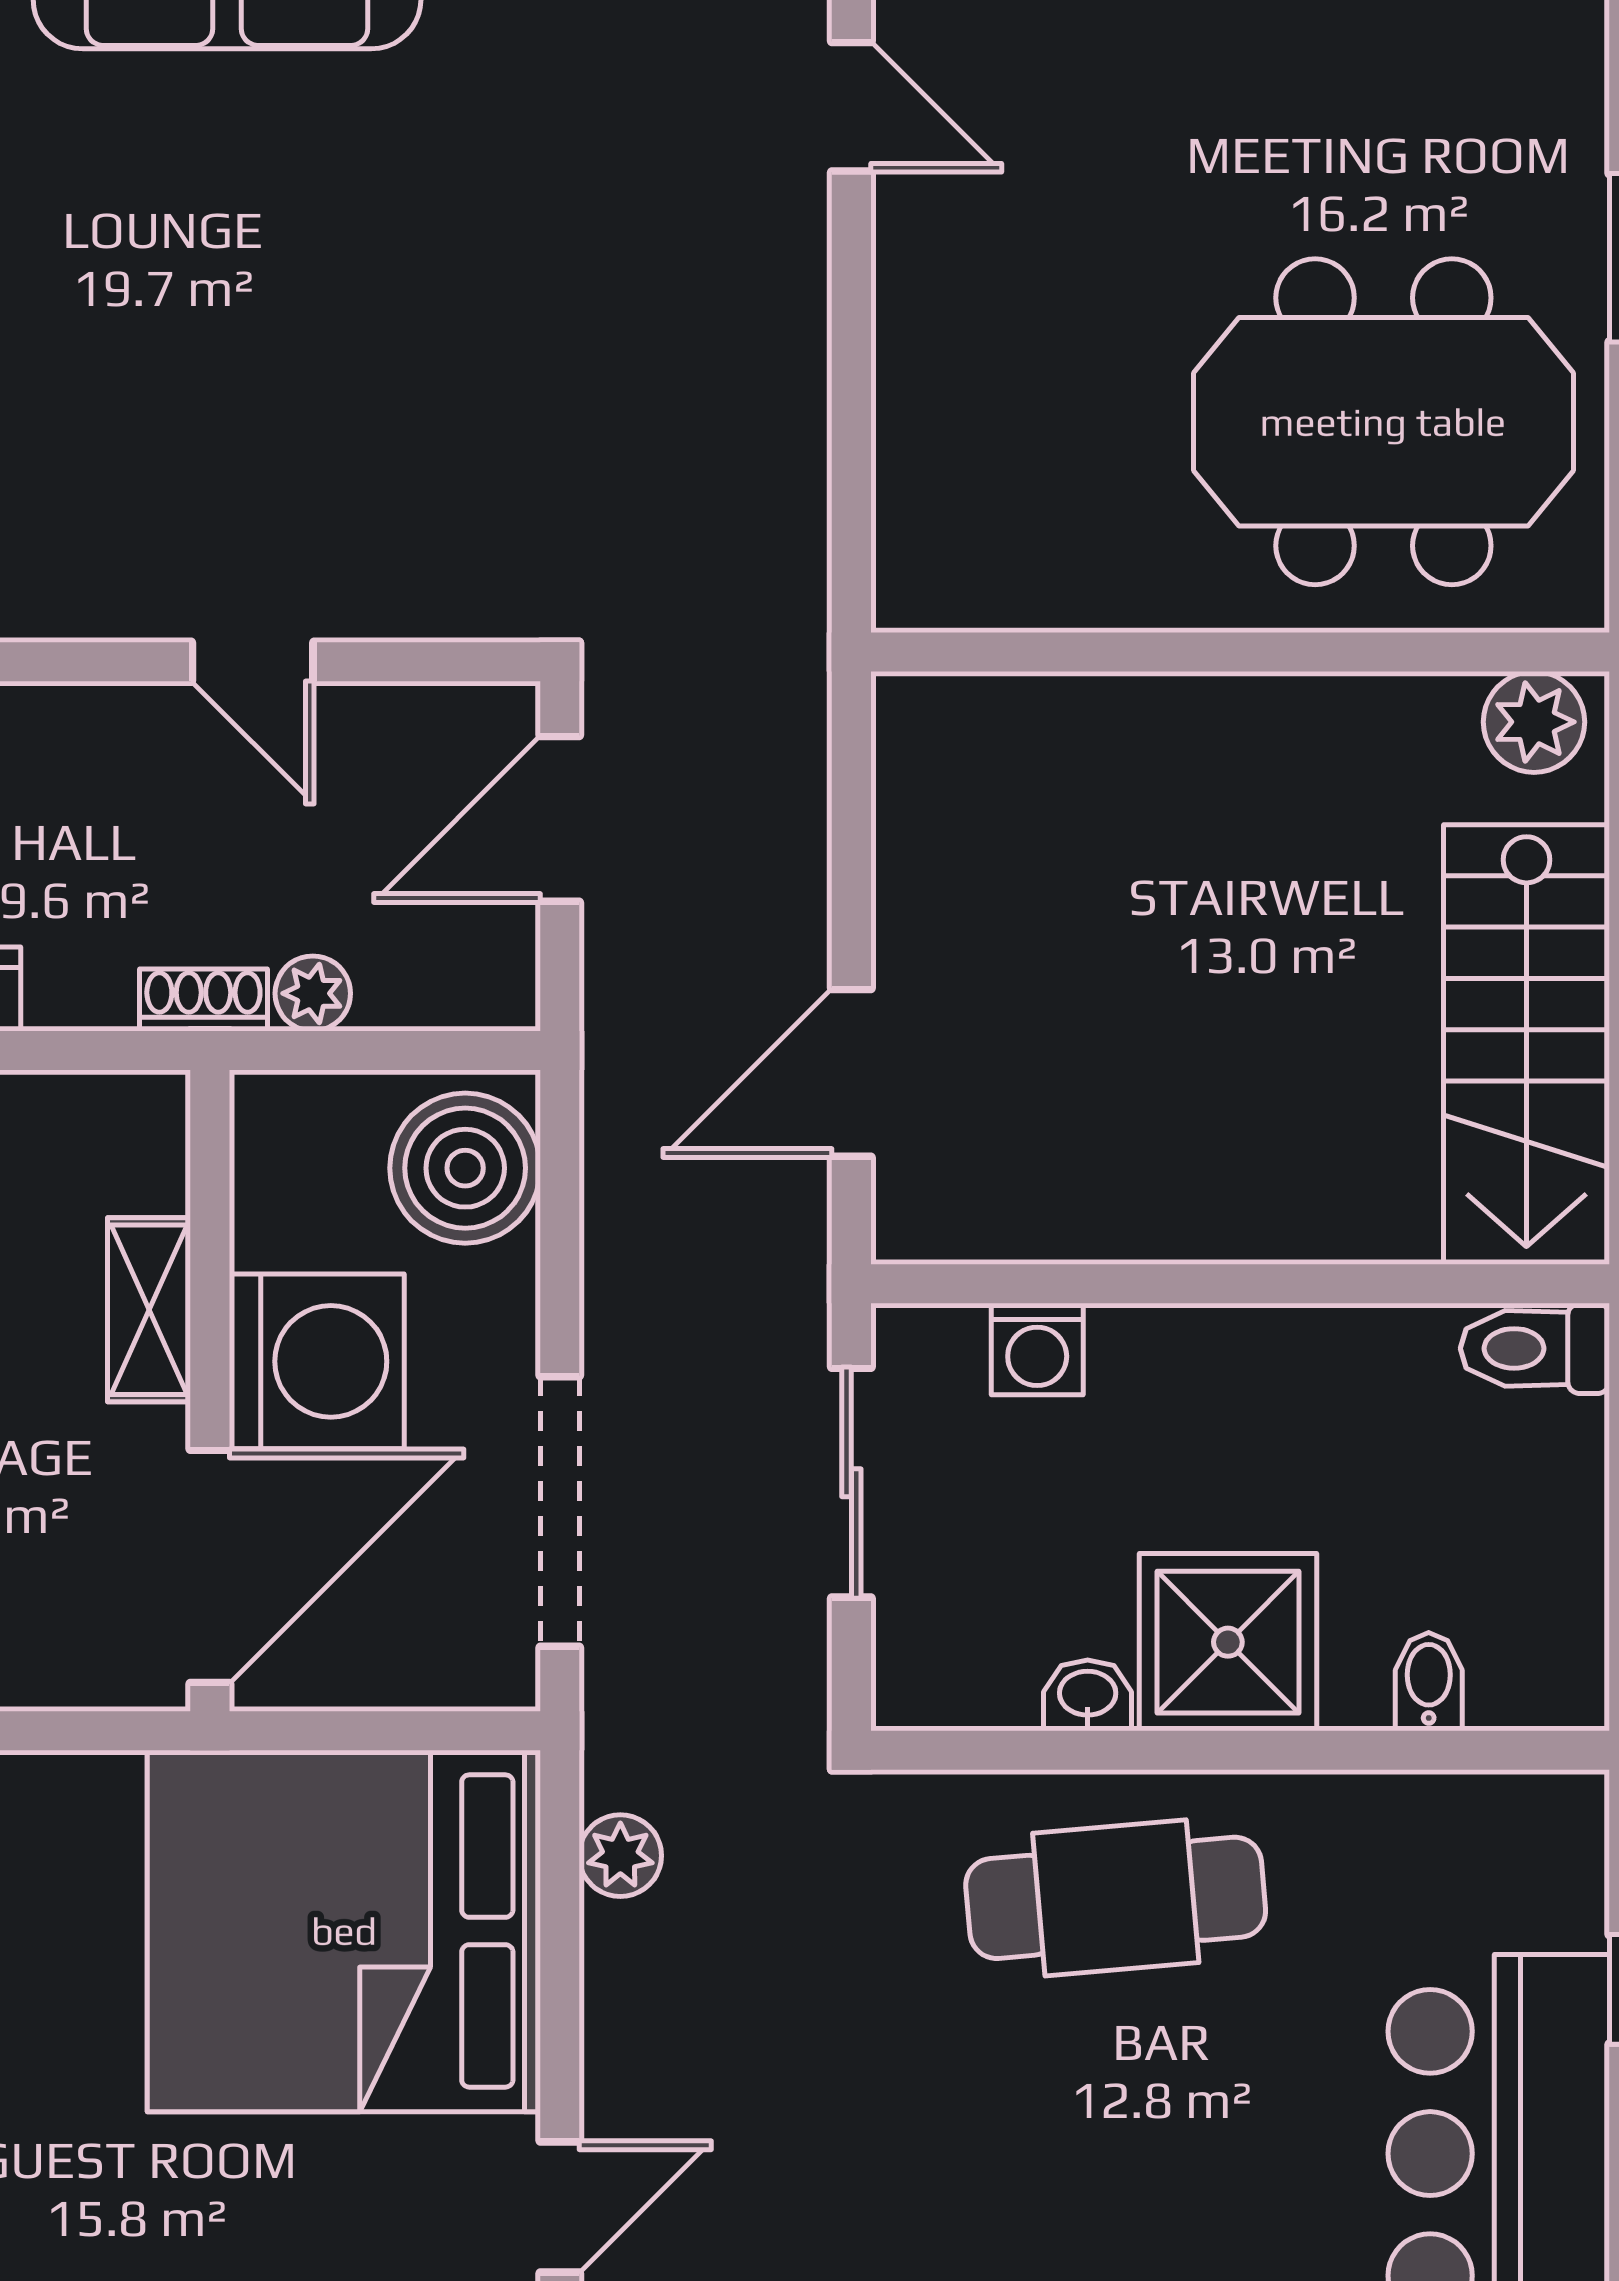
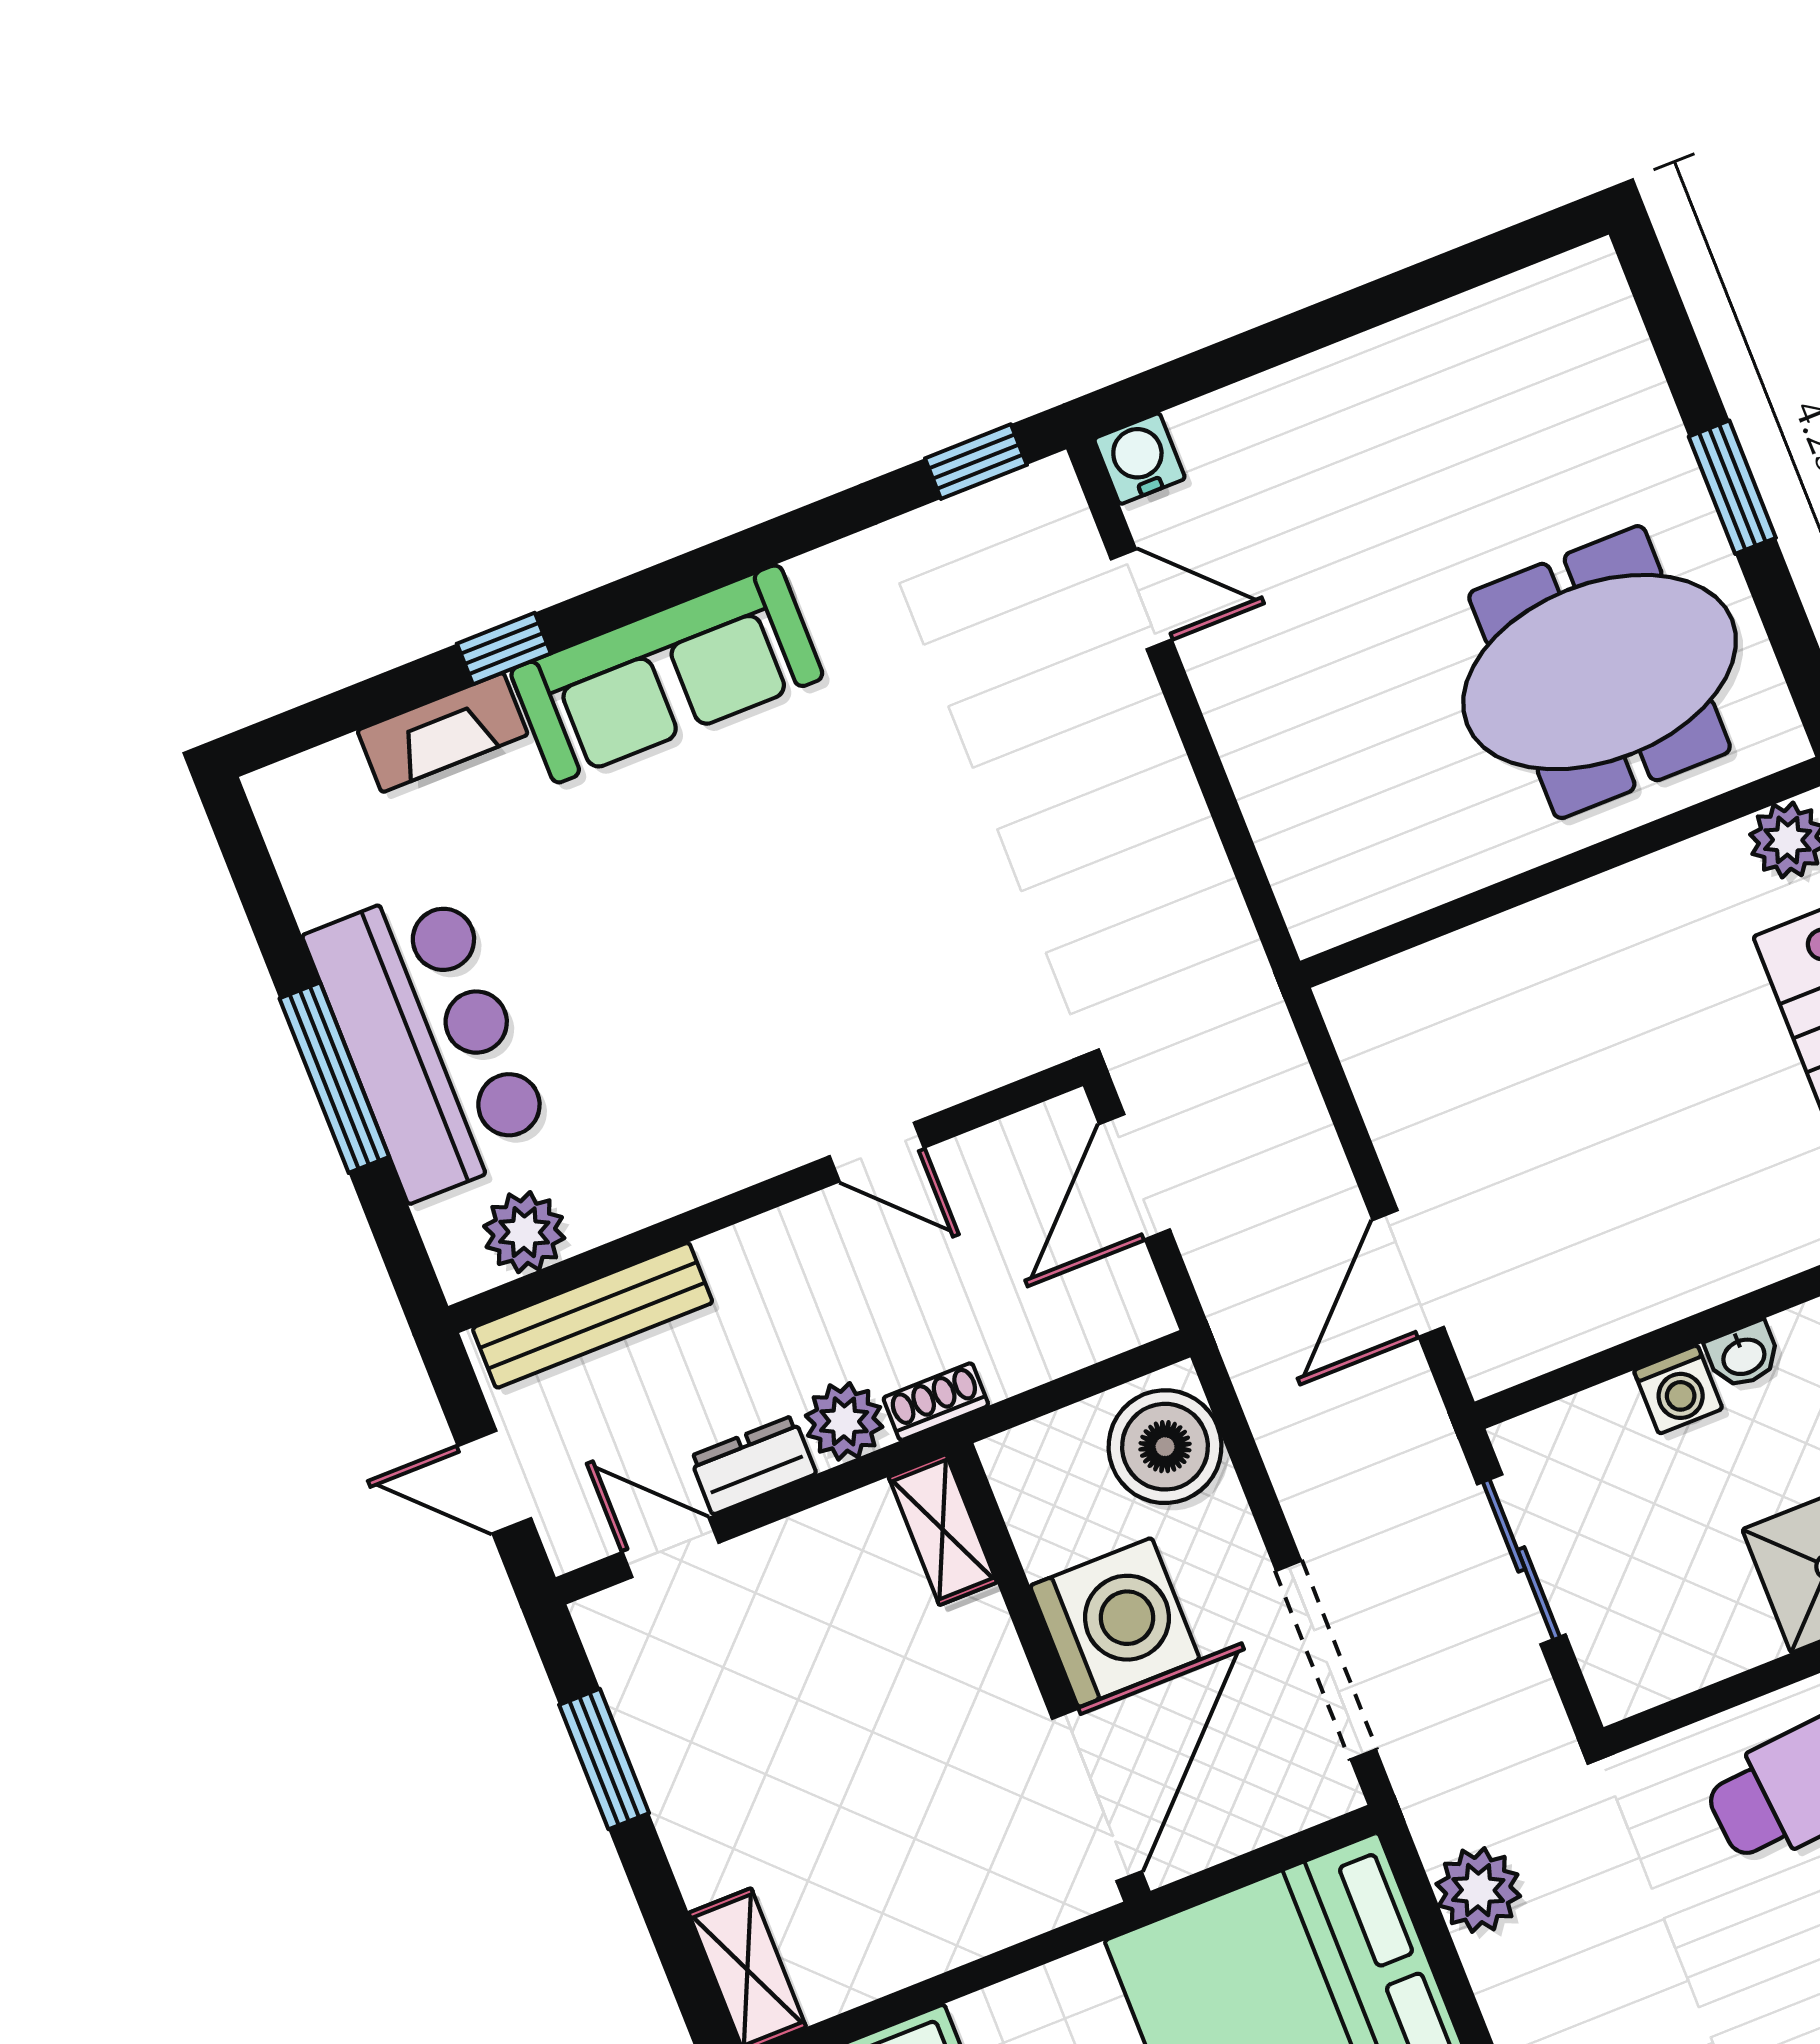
plant: (313, 993) -> (844, 1421), moved, width x1.38, depth x1.38
shelving: (149, 1310) -> (943, 1530), moved
washing machine: (1037, 1349) -> (1678, 1390), moved
washbasin: (1088, 1695) -> (1743, 1355), moved, turned 180
plant: (620, 1856) -> (1478, 1890), width x1.38, depth x1.38

